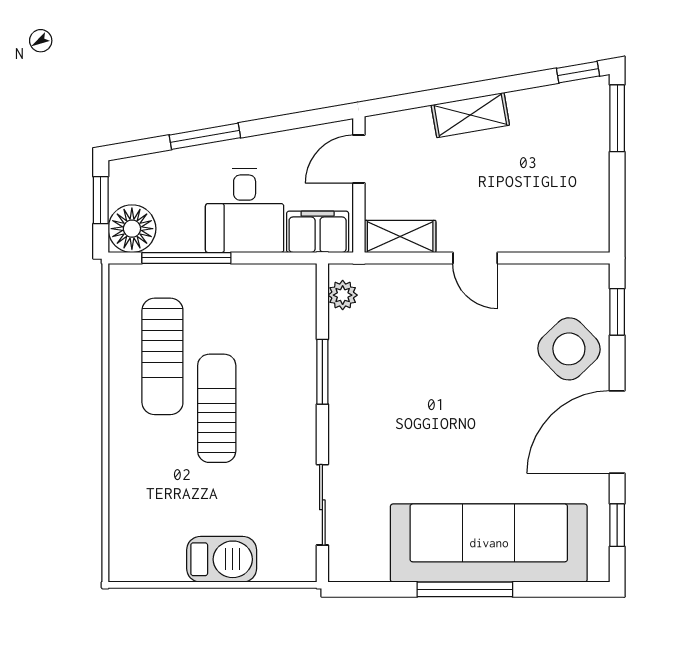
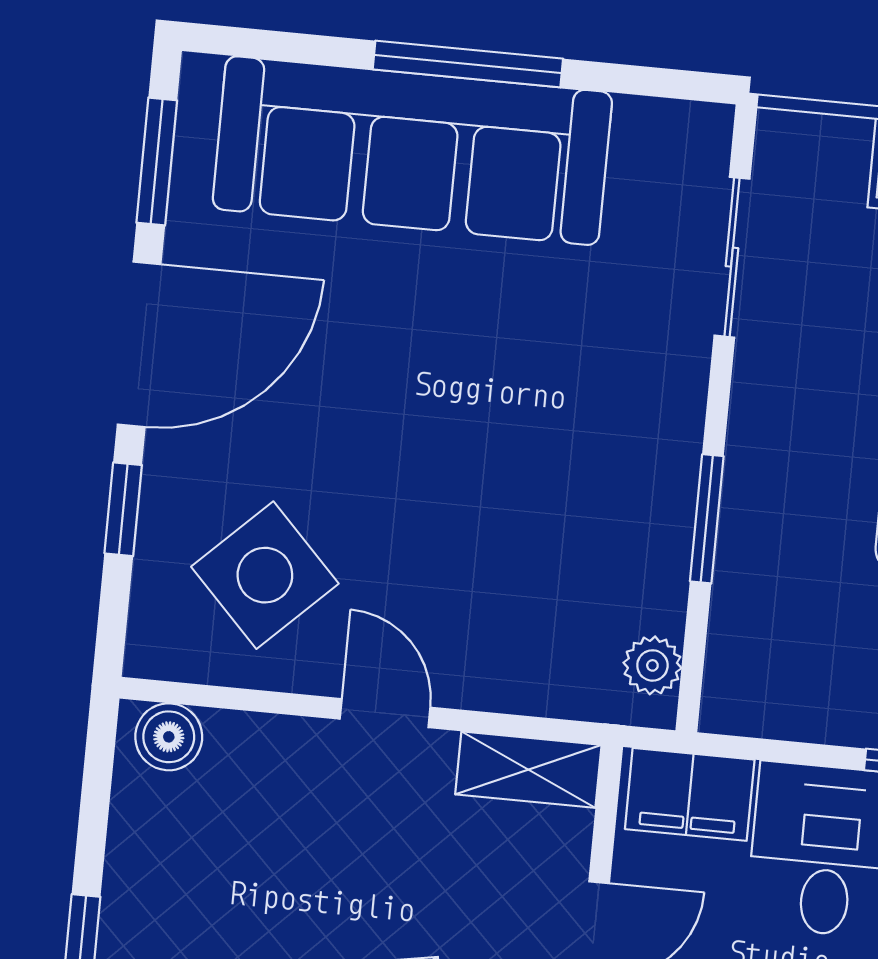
boiler: (583, 236) -> (169, 737), added
window: (617, 312) -> (123, 509), moved
side table: (569, 349) -> (265, 575), moved
window: (617, 525) -> (157, 161), width x1.50

